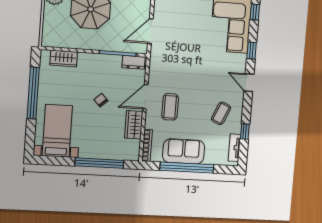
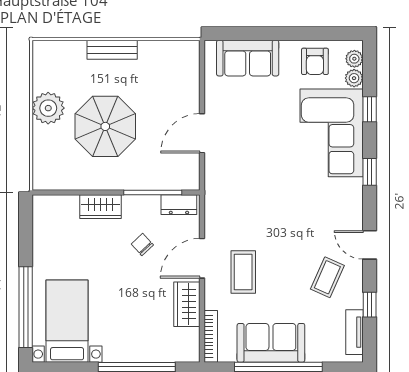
door: (150, 31) -> (202, 133), moved
wardrobe: (64, 59) -> (100, 207), moved
door: (249, 83) -> (370, 245), moved
window: (33, 93) -> (26, 307), moved
chair: (101, 100) -> (142, 244), moved

